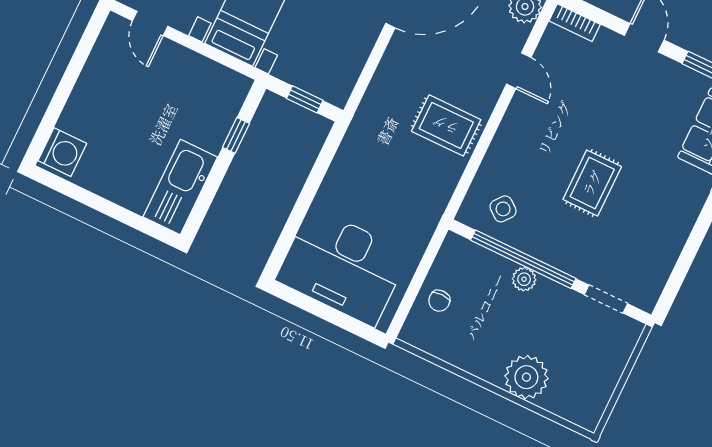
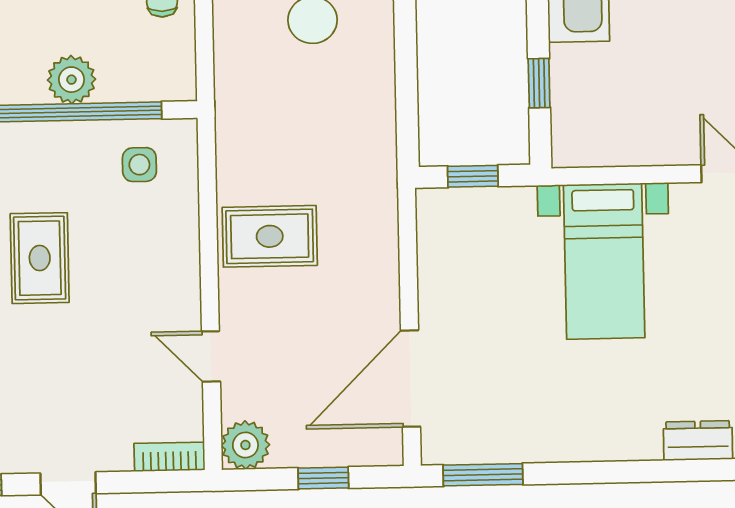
side table: (503, 209) -> (139, 165), turned -38
plant: (524, 279) -> (71, 80), width x1.38, depth x1.38

